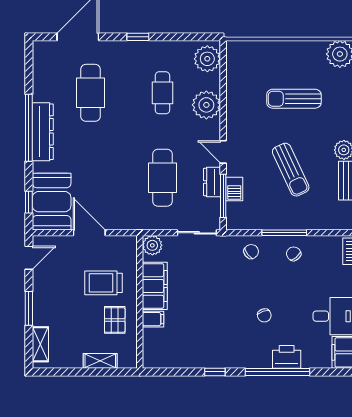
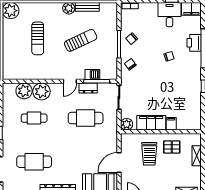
plant: (207, 59) -> (24, 91), moved

